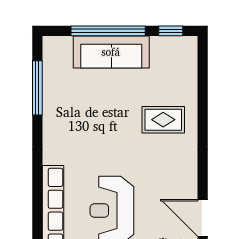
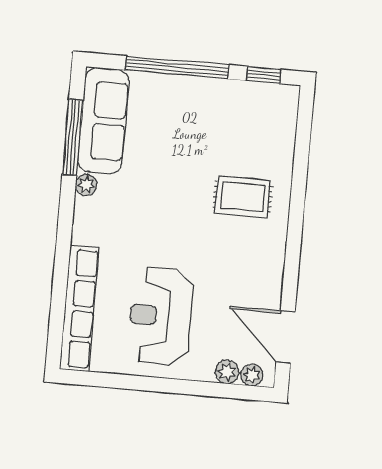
sofa: (111, 52) -> (103, 121), moved, turned -90
plant: (50, 121) -> (86, 185), added

